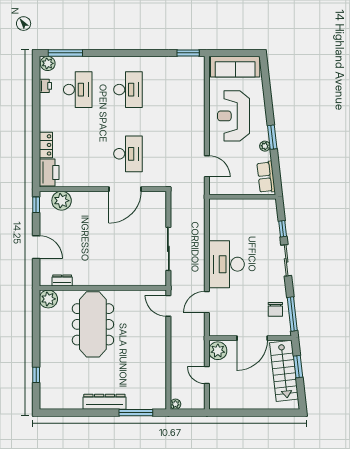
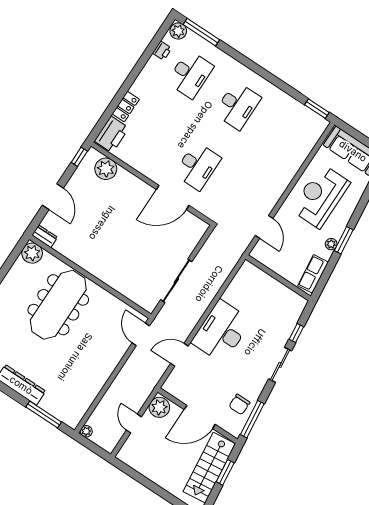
dresser: (62, 280) -> (45, 236), moved

